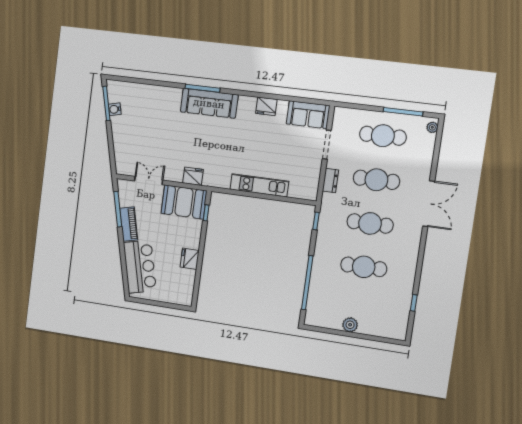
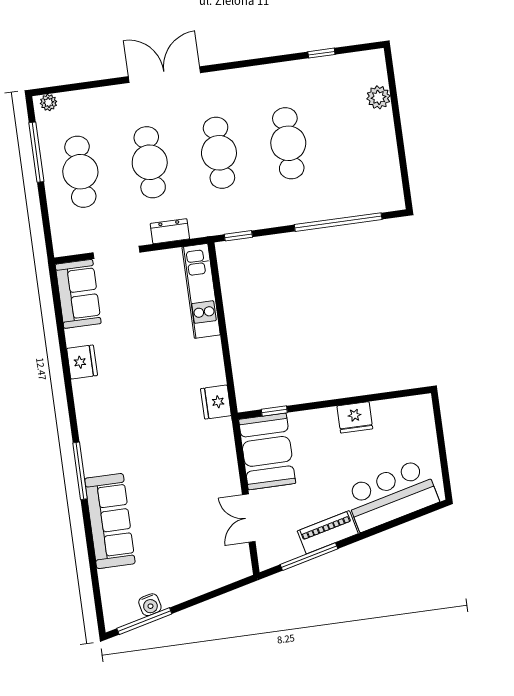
sofa: (209, 103) -> (110, 521), moved
fridge: (193, 176) -> (216, 402), moved
kitchen unit: (259, 185) -> (201, 291), moved
plant: (350, 325) -> (378, 97), moved

